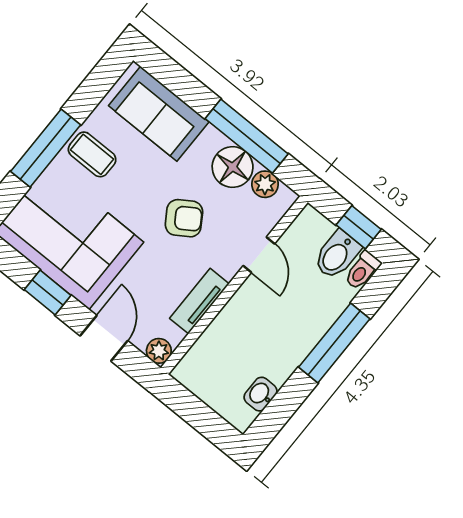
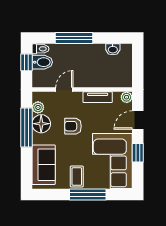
armchair: (184, 218) -> (73, 126), turned -57

